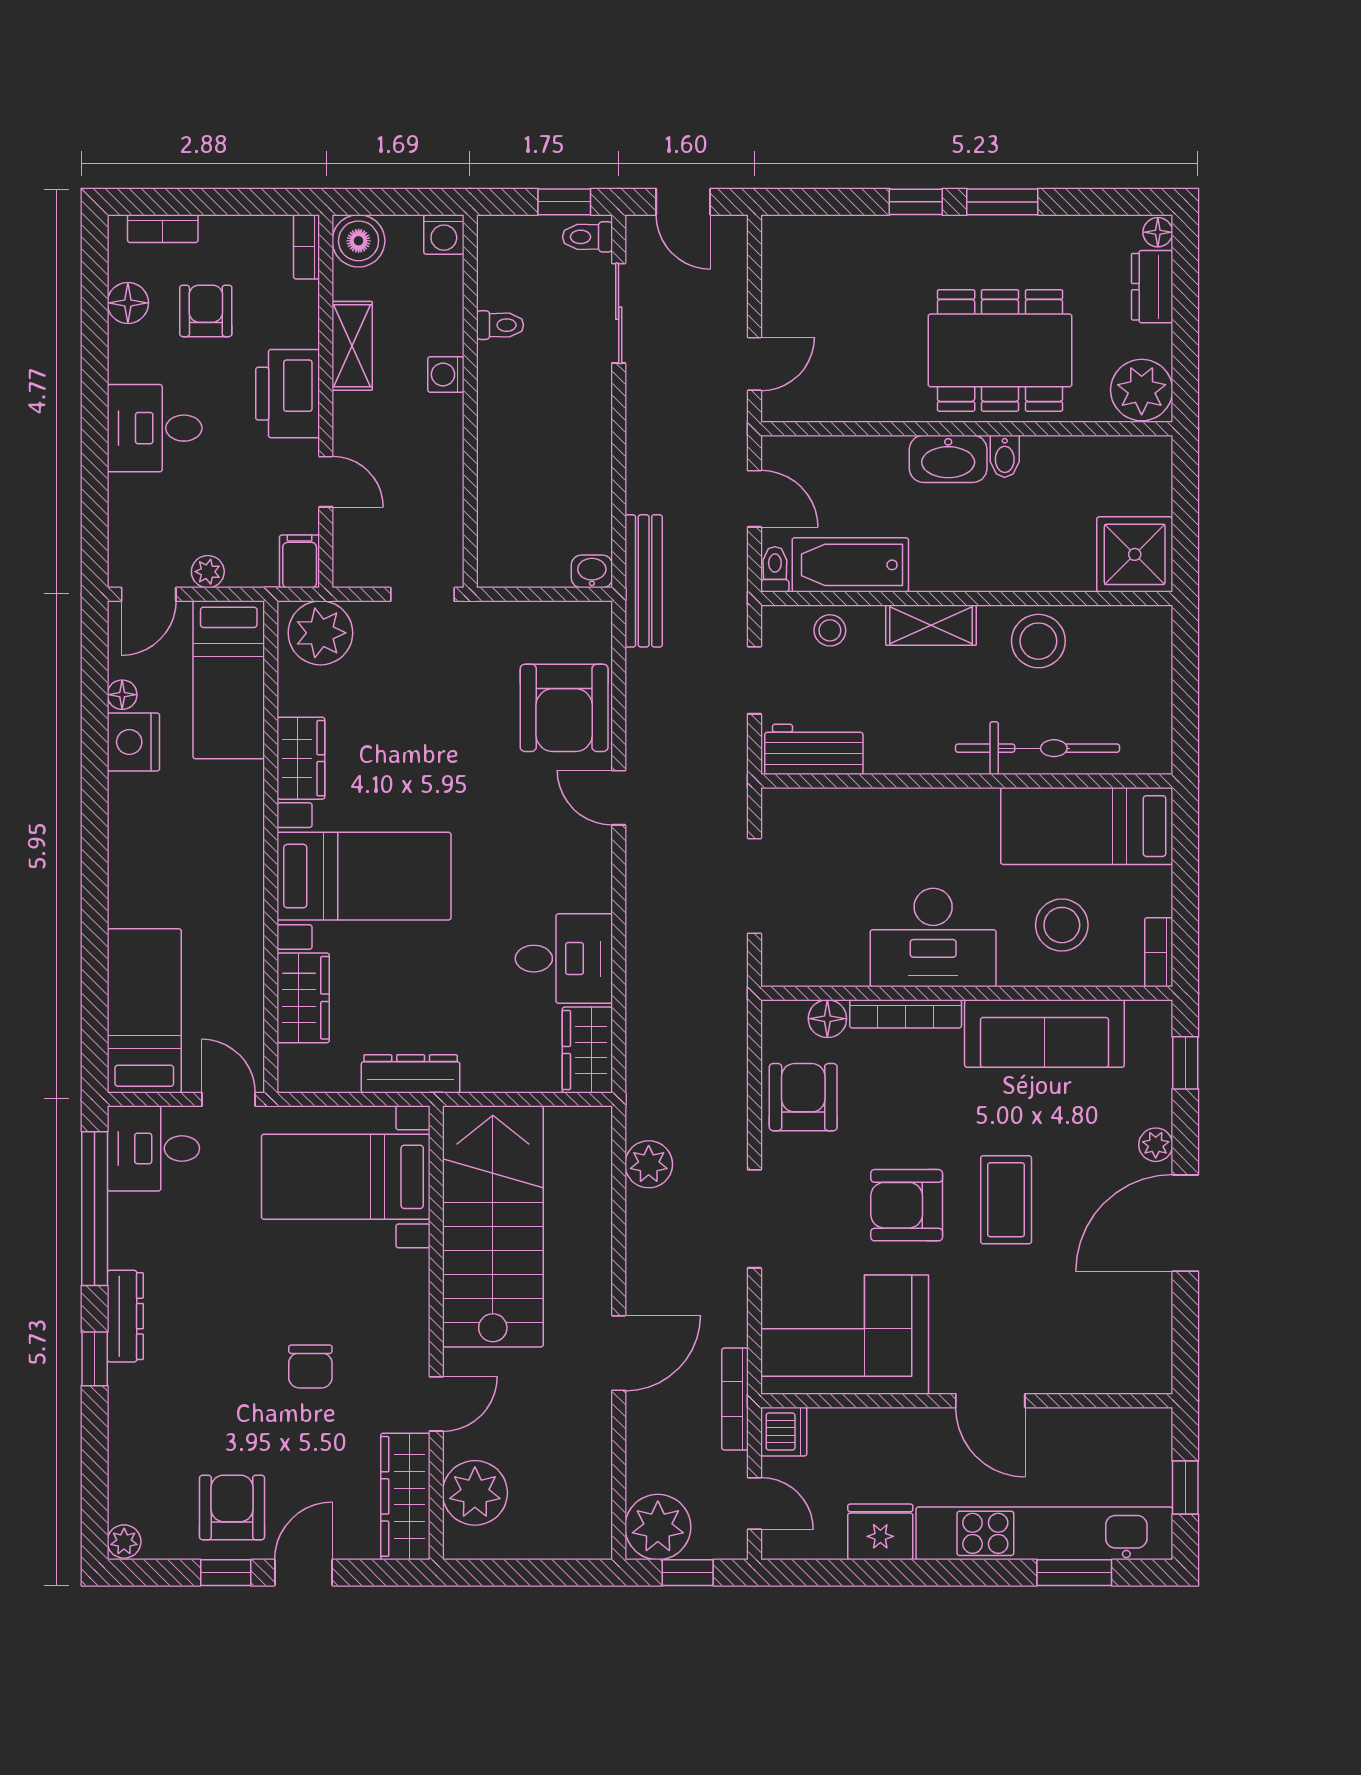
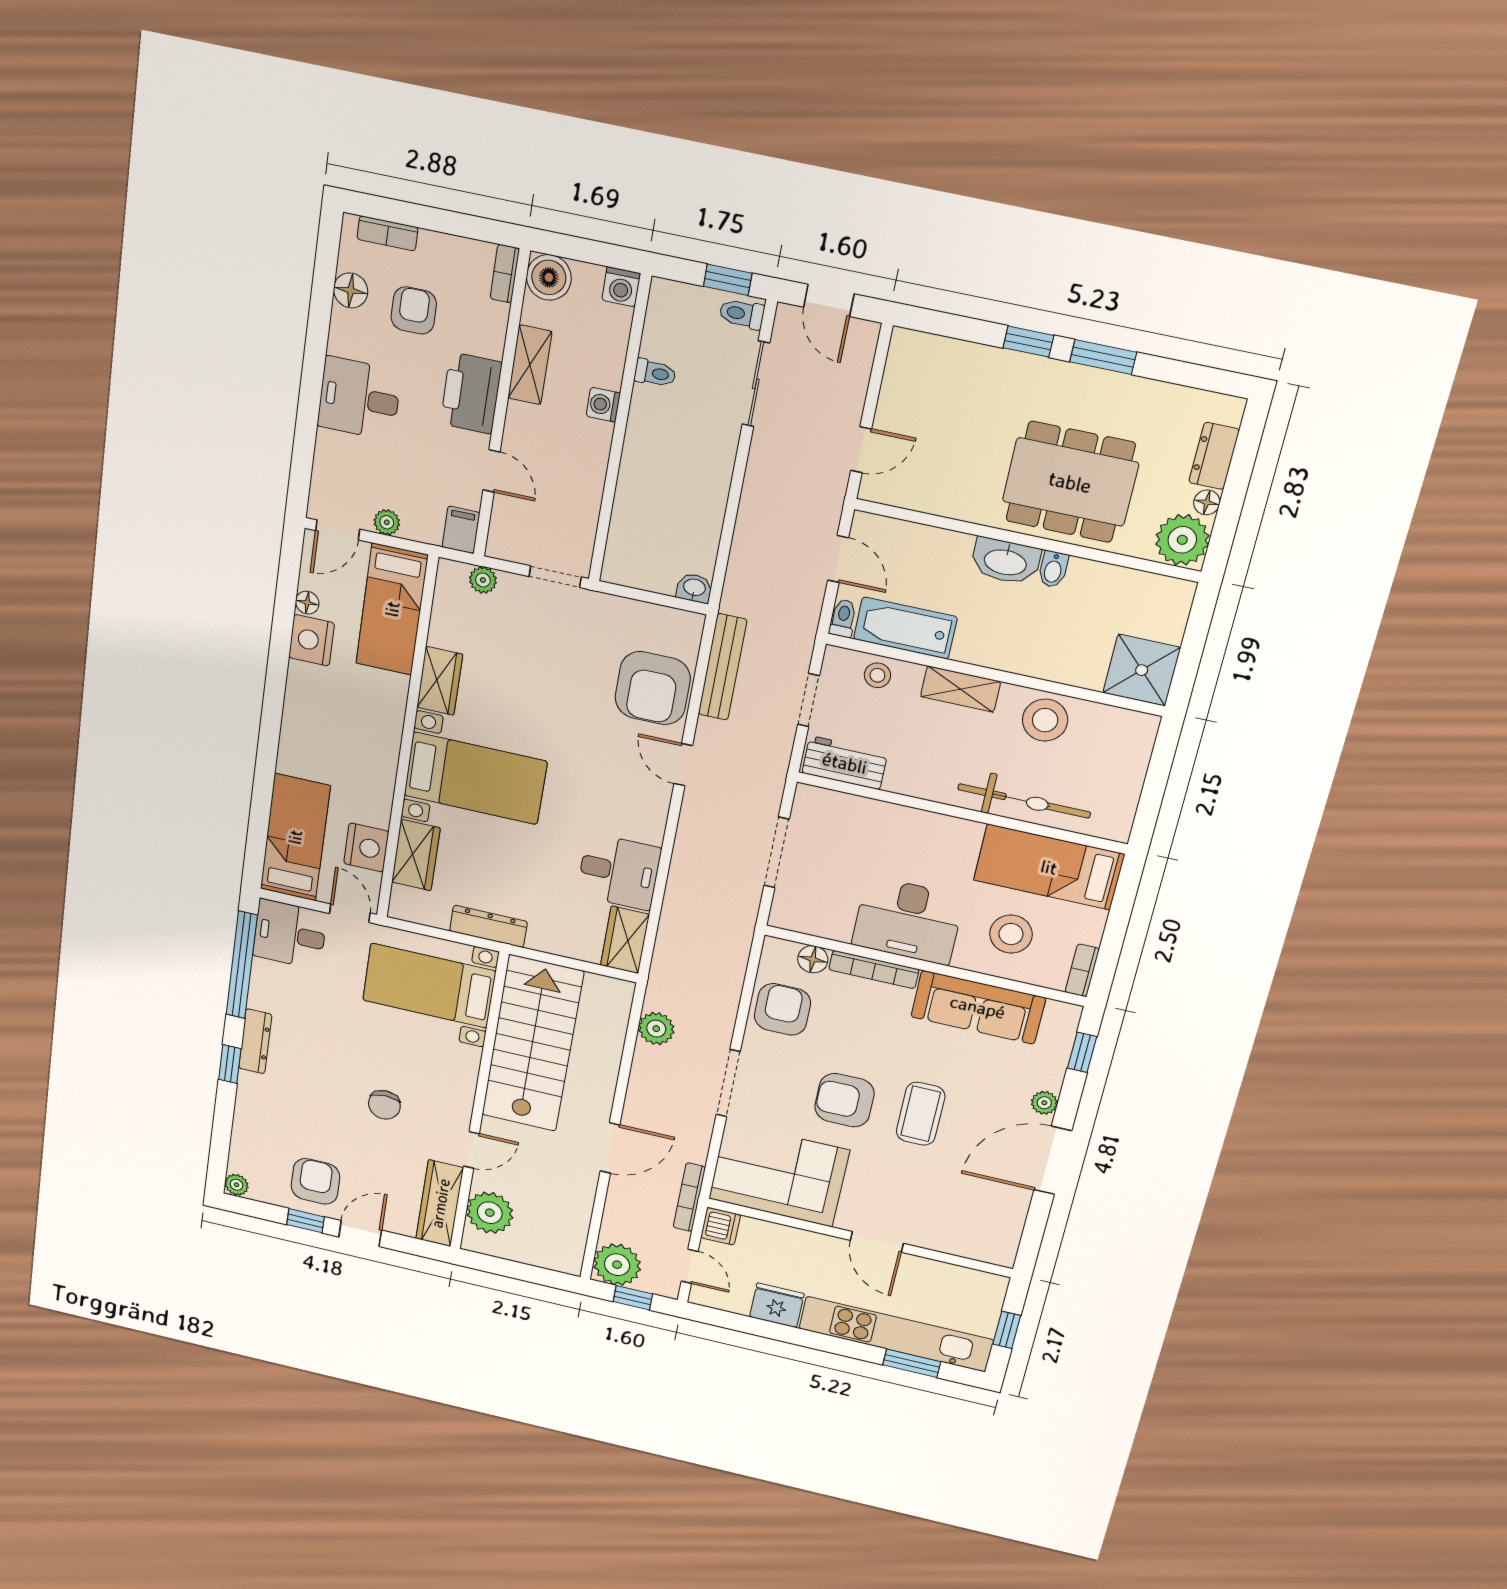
floor lamp: (1158, 232) -> (1207, 502), moved
bench: (644, 581) -> (723, 667), moved
plant: (320, 633) -> (483, 580), width x0.53, depth x0.53
nightstand: (238, 1003) -> (366, 847), added

